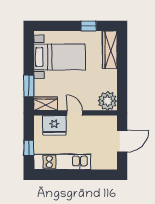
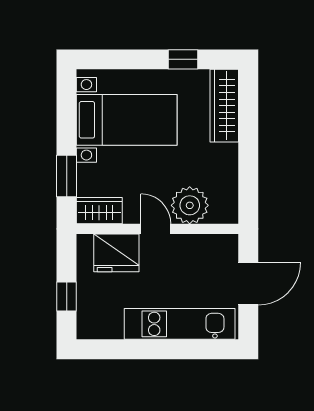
plant: (107, 101) -> (190, 205), moved
kitchen unit: (62, 162) -> (180, 324), moved

